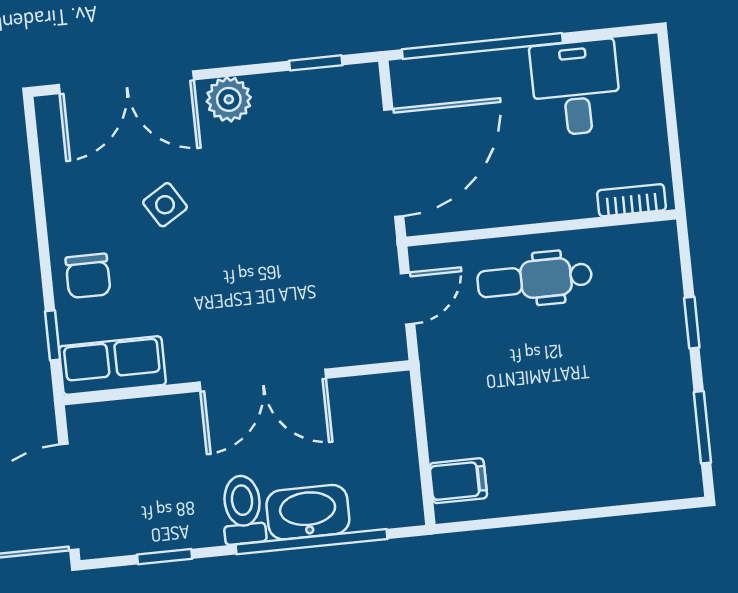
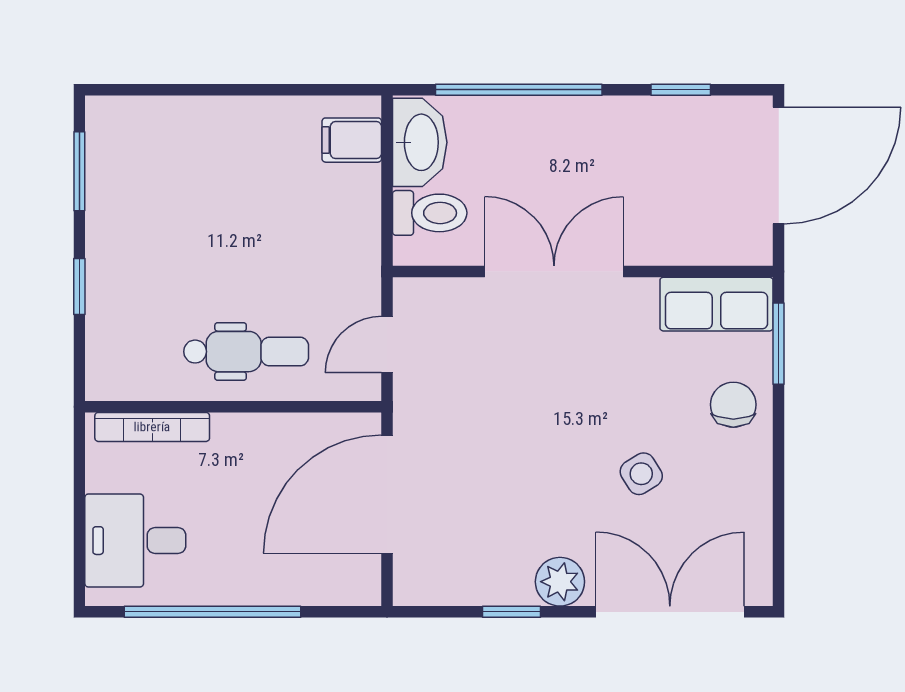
window: (482, 46) -> (212, 612), moved
window: (316, 63) -> (512, 612), moved
desk: (576, 88) -> (135, 541), moved, turned 90
bookcase: (632, 200) -> (152, 427), width x1.56
window: (53, 335) -> (779, 344), width x1.50
toilet: (243, 510) -> (430, 213), moved, turned -90
washbasin: (308, 512) -> (420, 142), moved, turned -90

